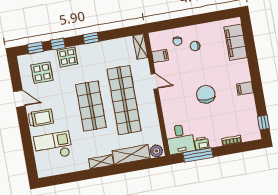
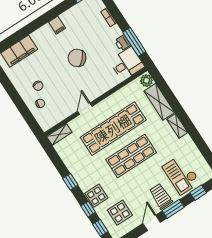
filing cabinet: (160, 56) -> (60, 113), removed
chair: (206, 94) -> (77, 58), turned 44
window: (24, 125) -> (173, 209), added
window: (29, 155) -> (198, 193), added

